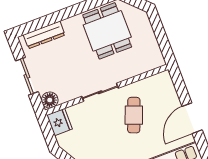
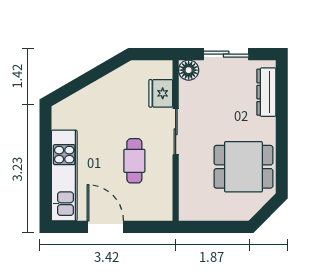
cafe table: (134, 115) -> (134, 161), turned 69
fridge: (60, 122) -> (161, 93), moved, turned 90

